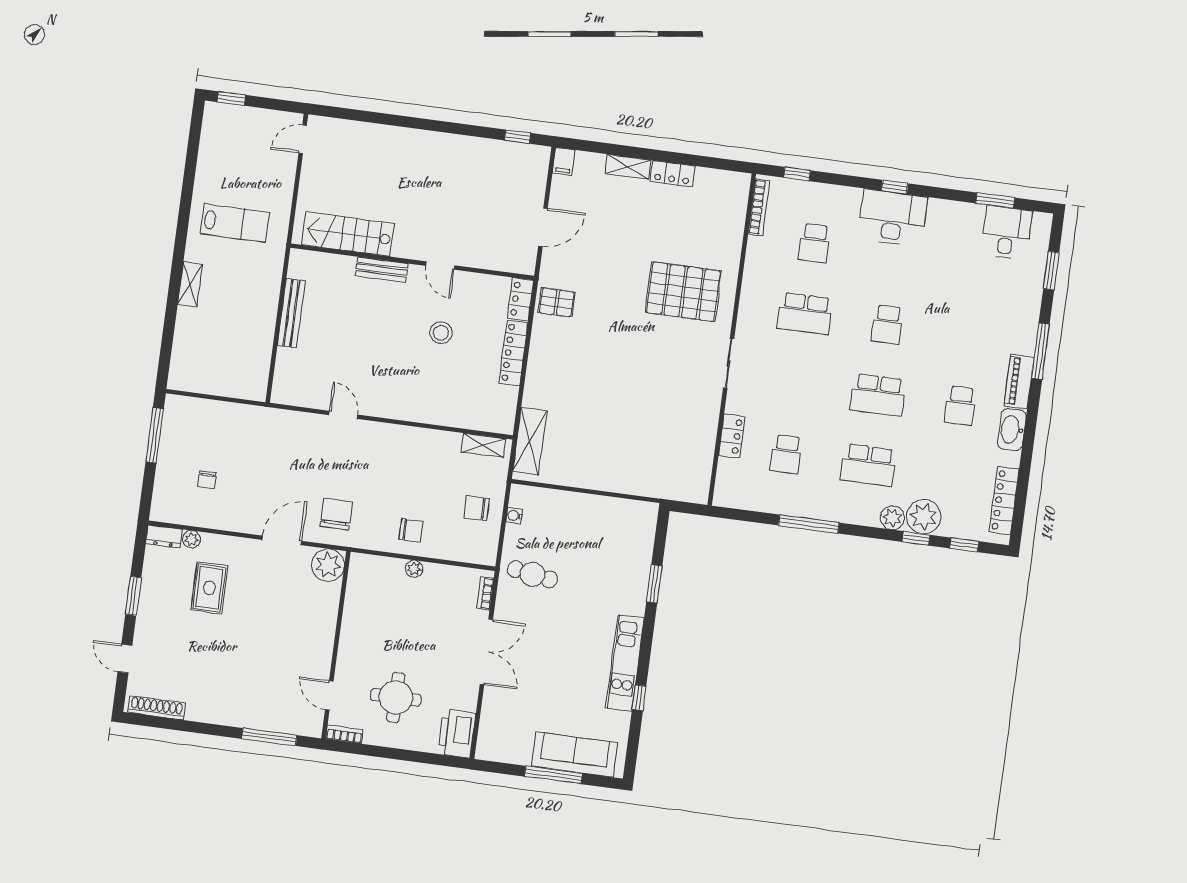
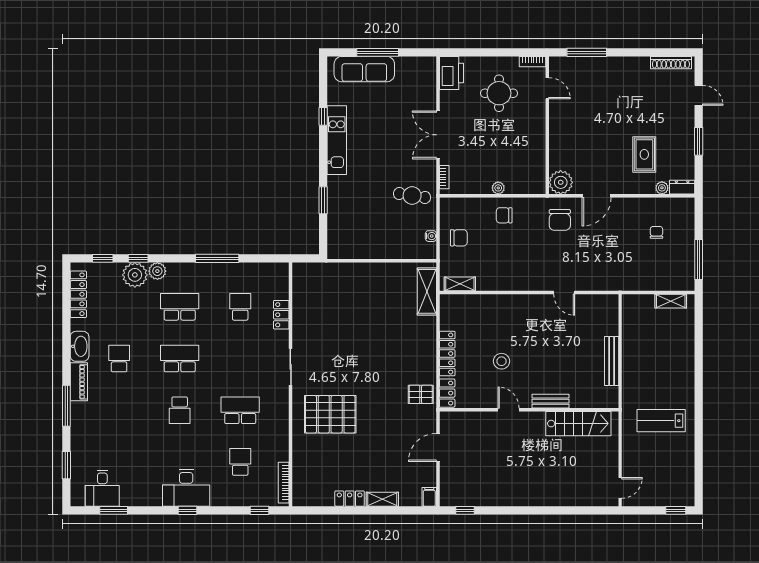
shelving: (190, 284) -> (671, 301), moved, turned 90
school desk: (887, 325) -> (180, 410), turned 180

